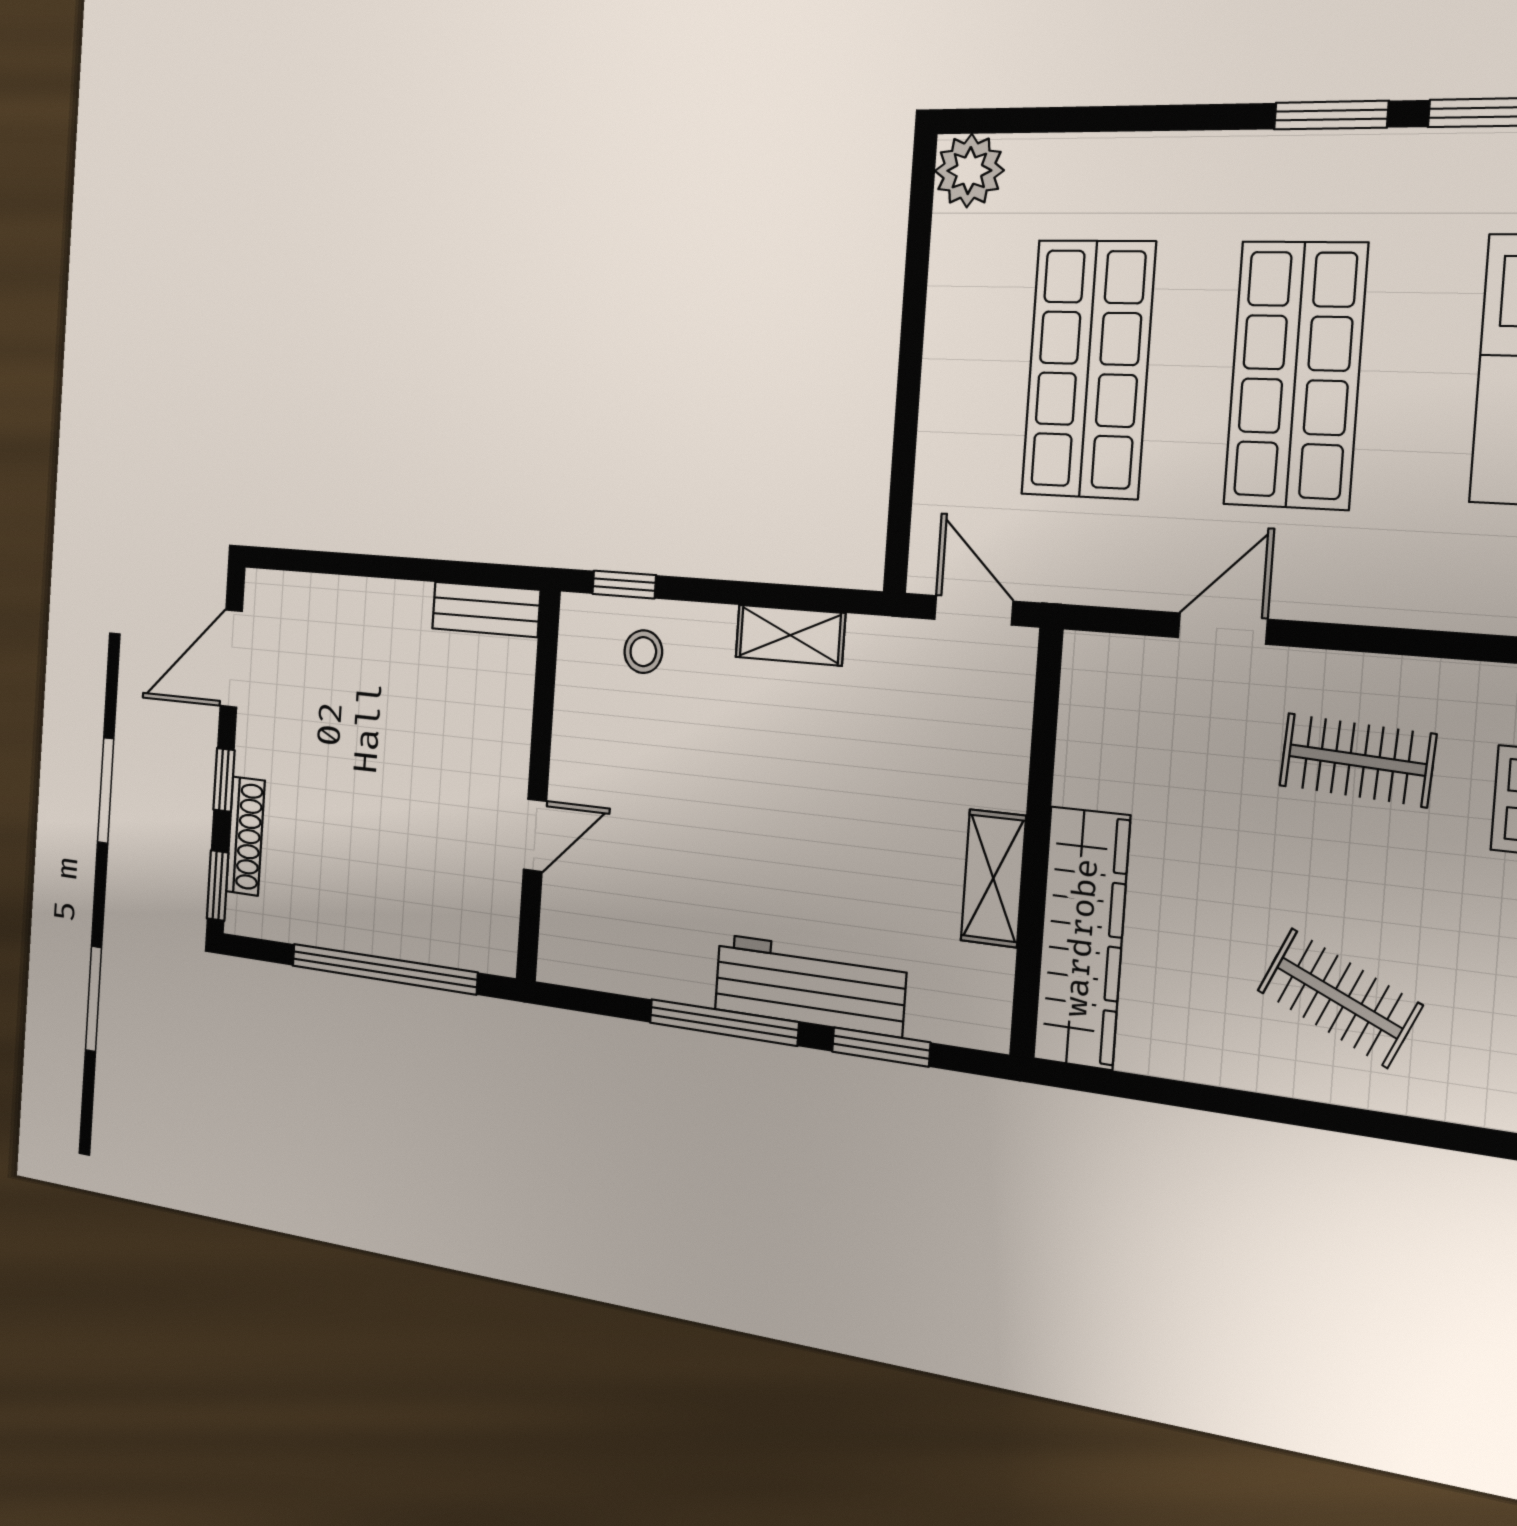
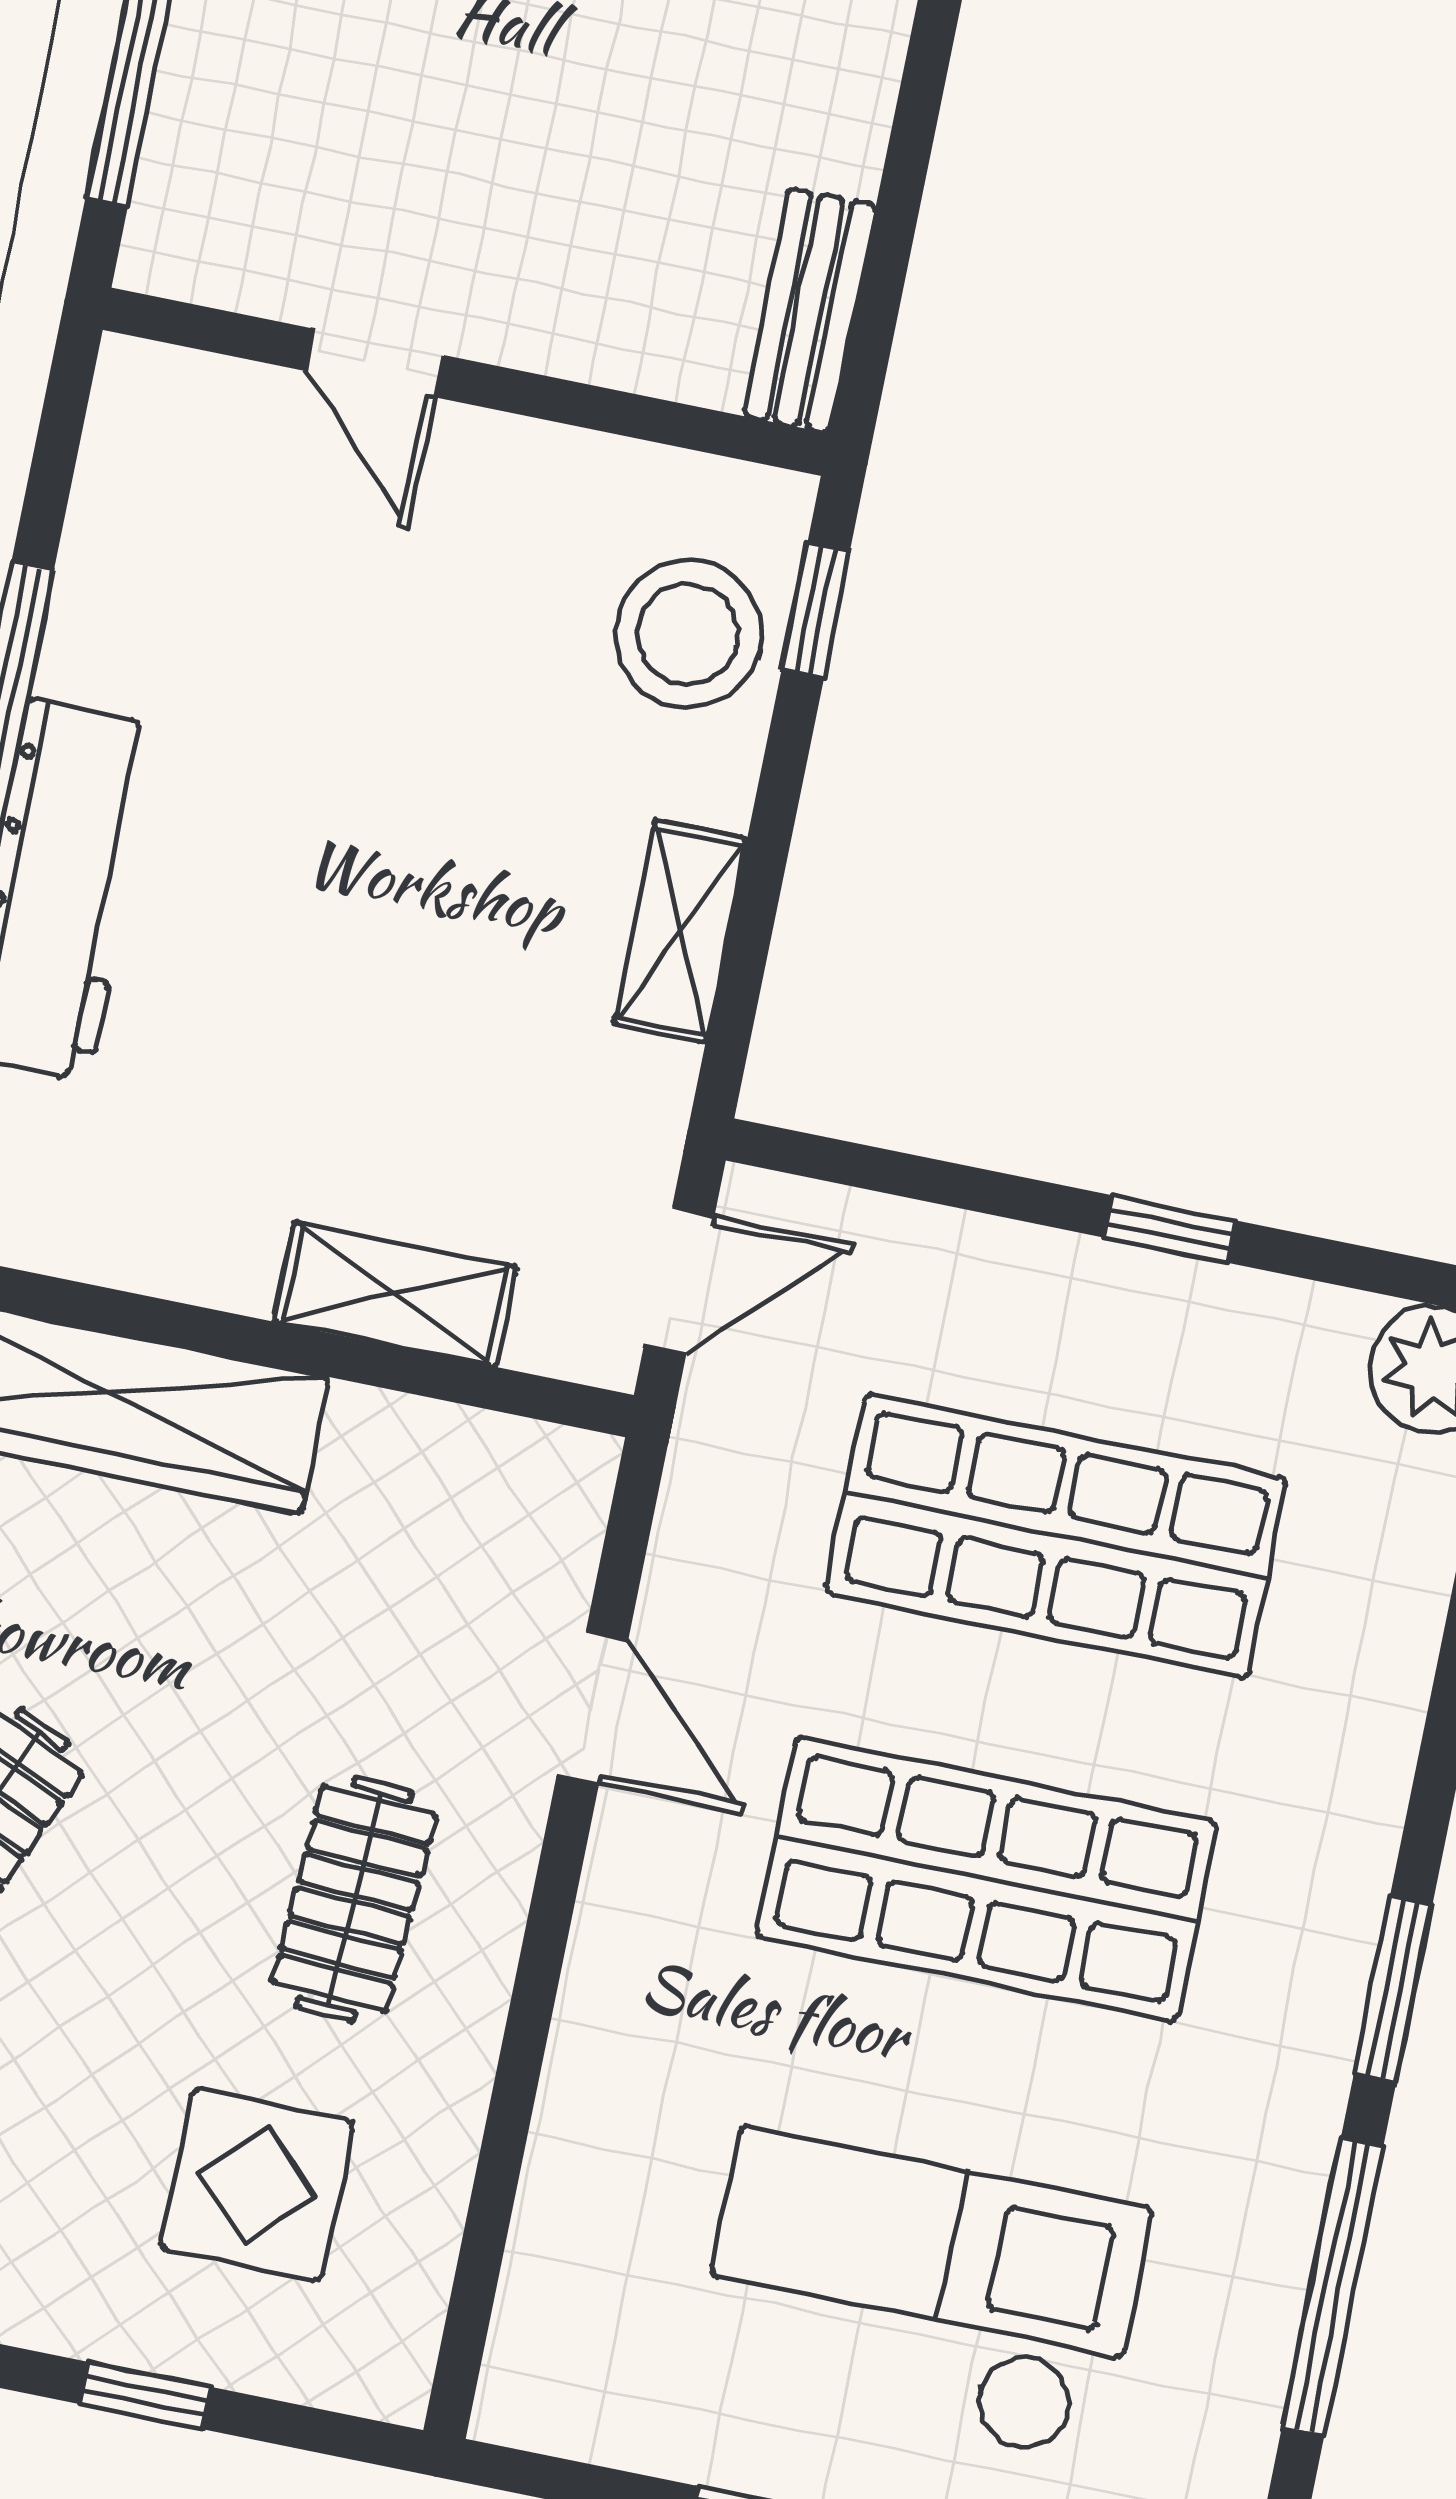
window: (912, 335) -> (1170, 1229), added
stool: (643, 652) -> (688, 634), width x1.89, depth x1.89
shelving: (993, 878) -> (395, 1294), moved

